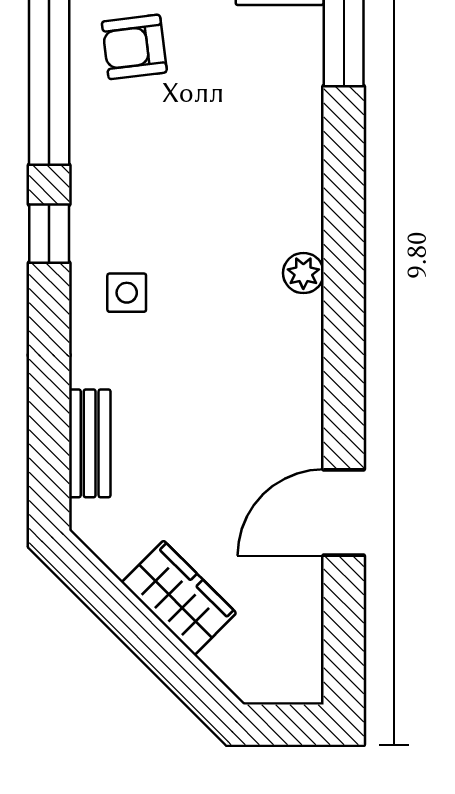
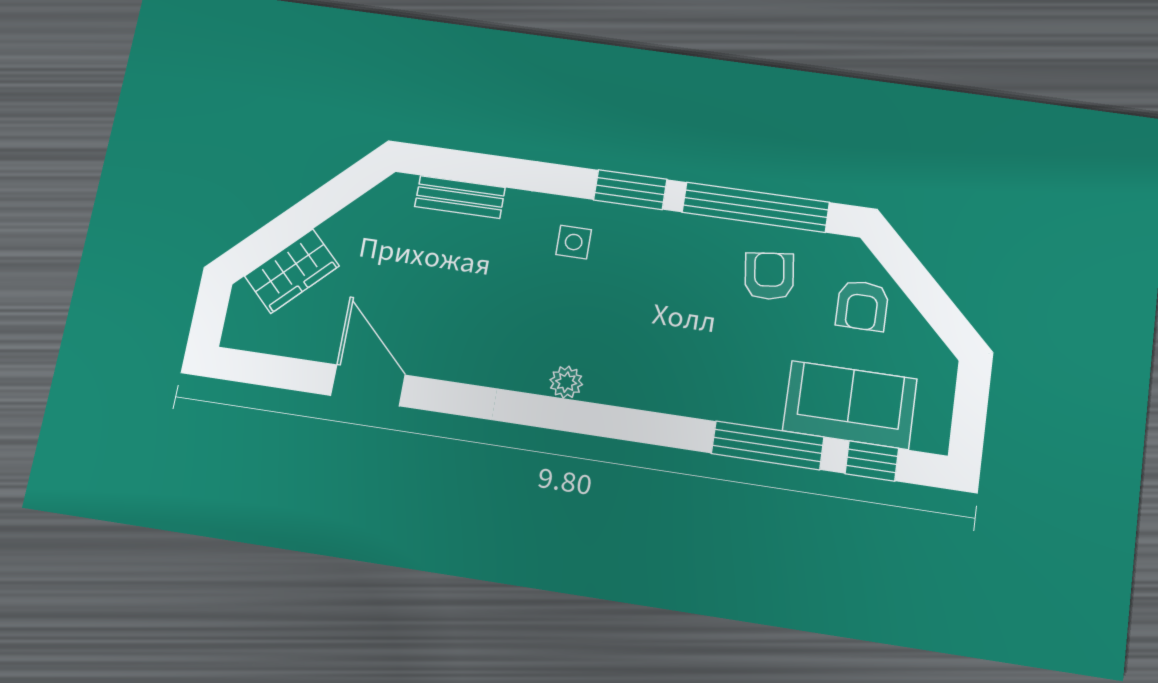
window: (49, 234) -> (630, 190), width x1.50
wardrobe: (179, 598) -> (292, 271), moved

